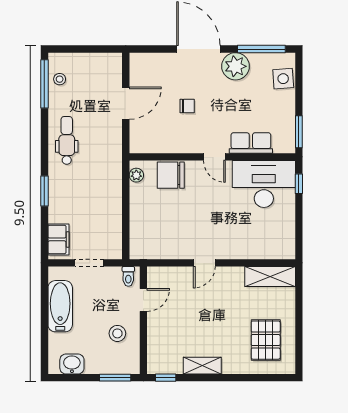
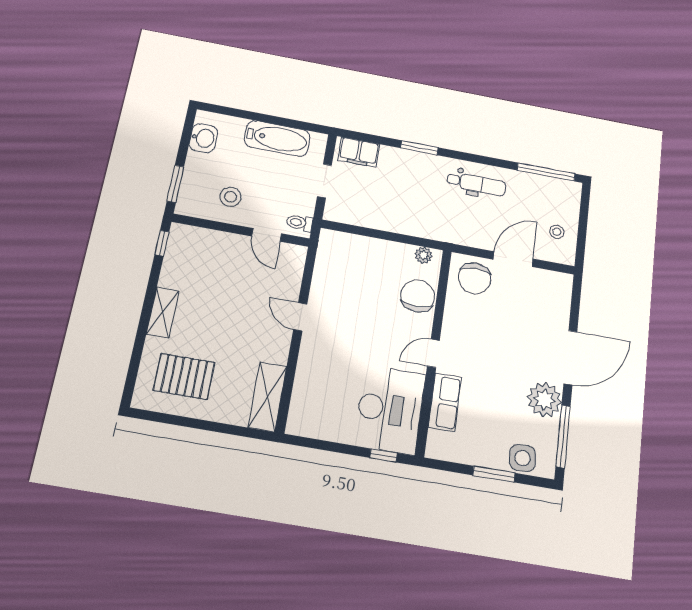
stool: (60, 79) -> (557, 232), moved
door: (126, 103) -> (513, 259), swing flipped
chair: (187, 106) -> (475, 278), moved, width x1.87, depth x1.87
window: (299, 132) -> (494, 474), moved
shelving: (202, 366) -> (163, 312), moved

